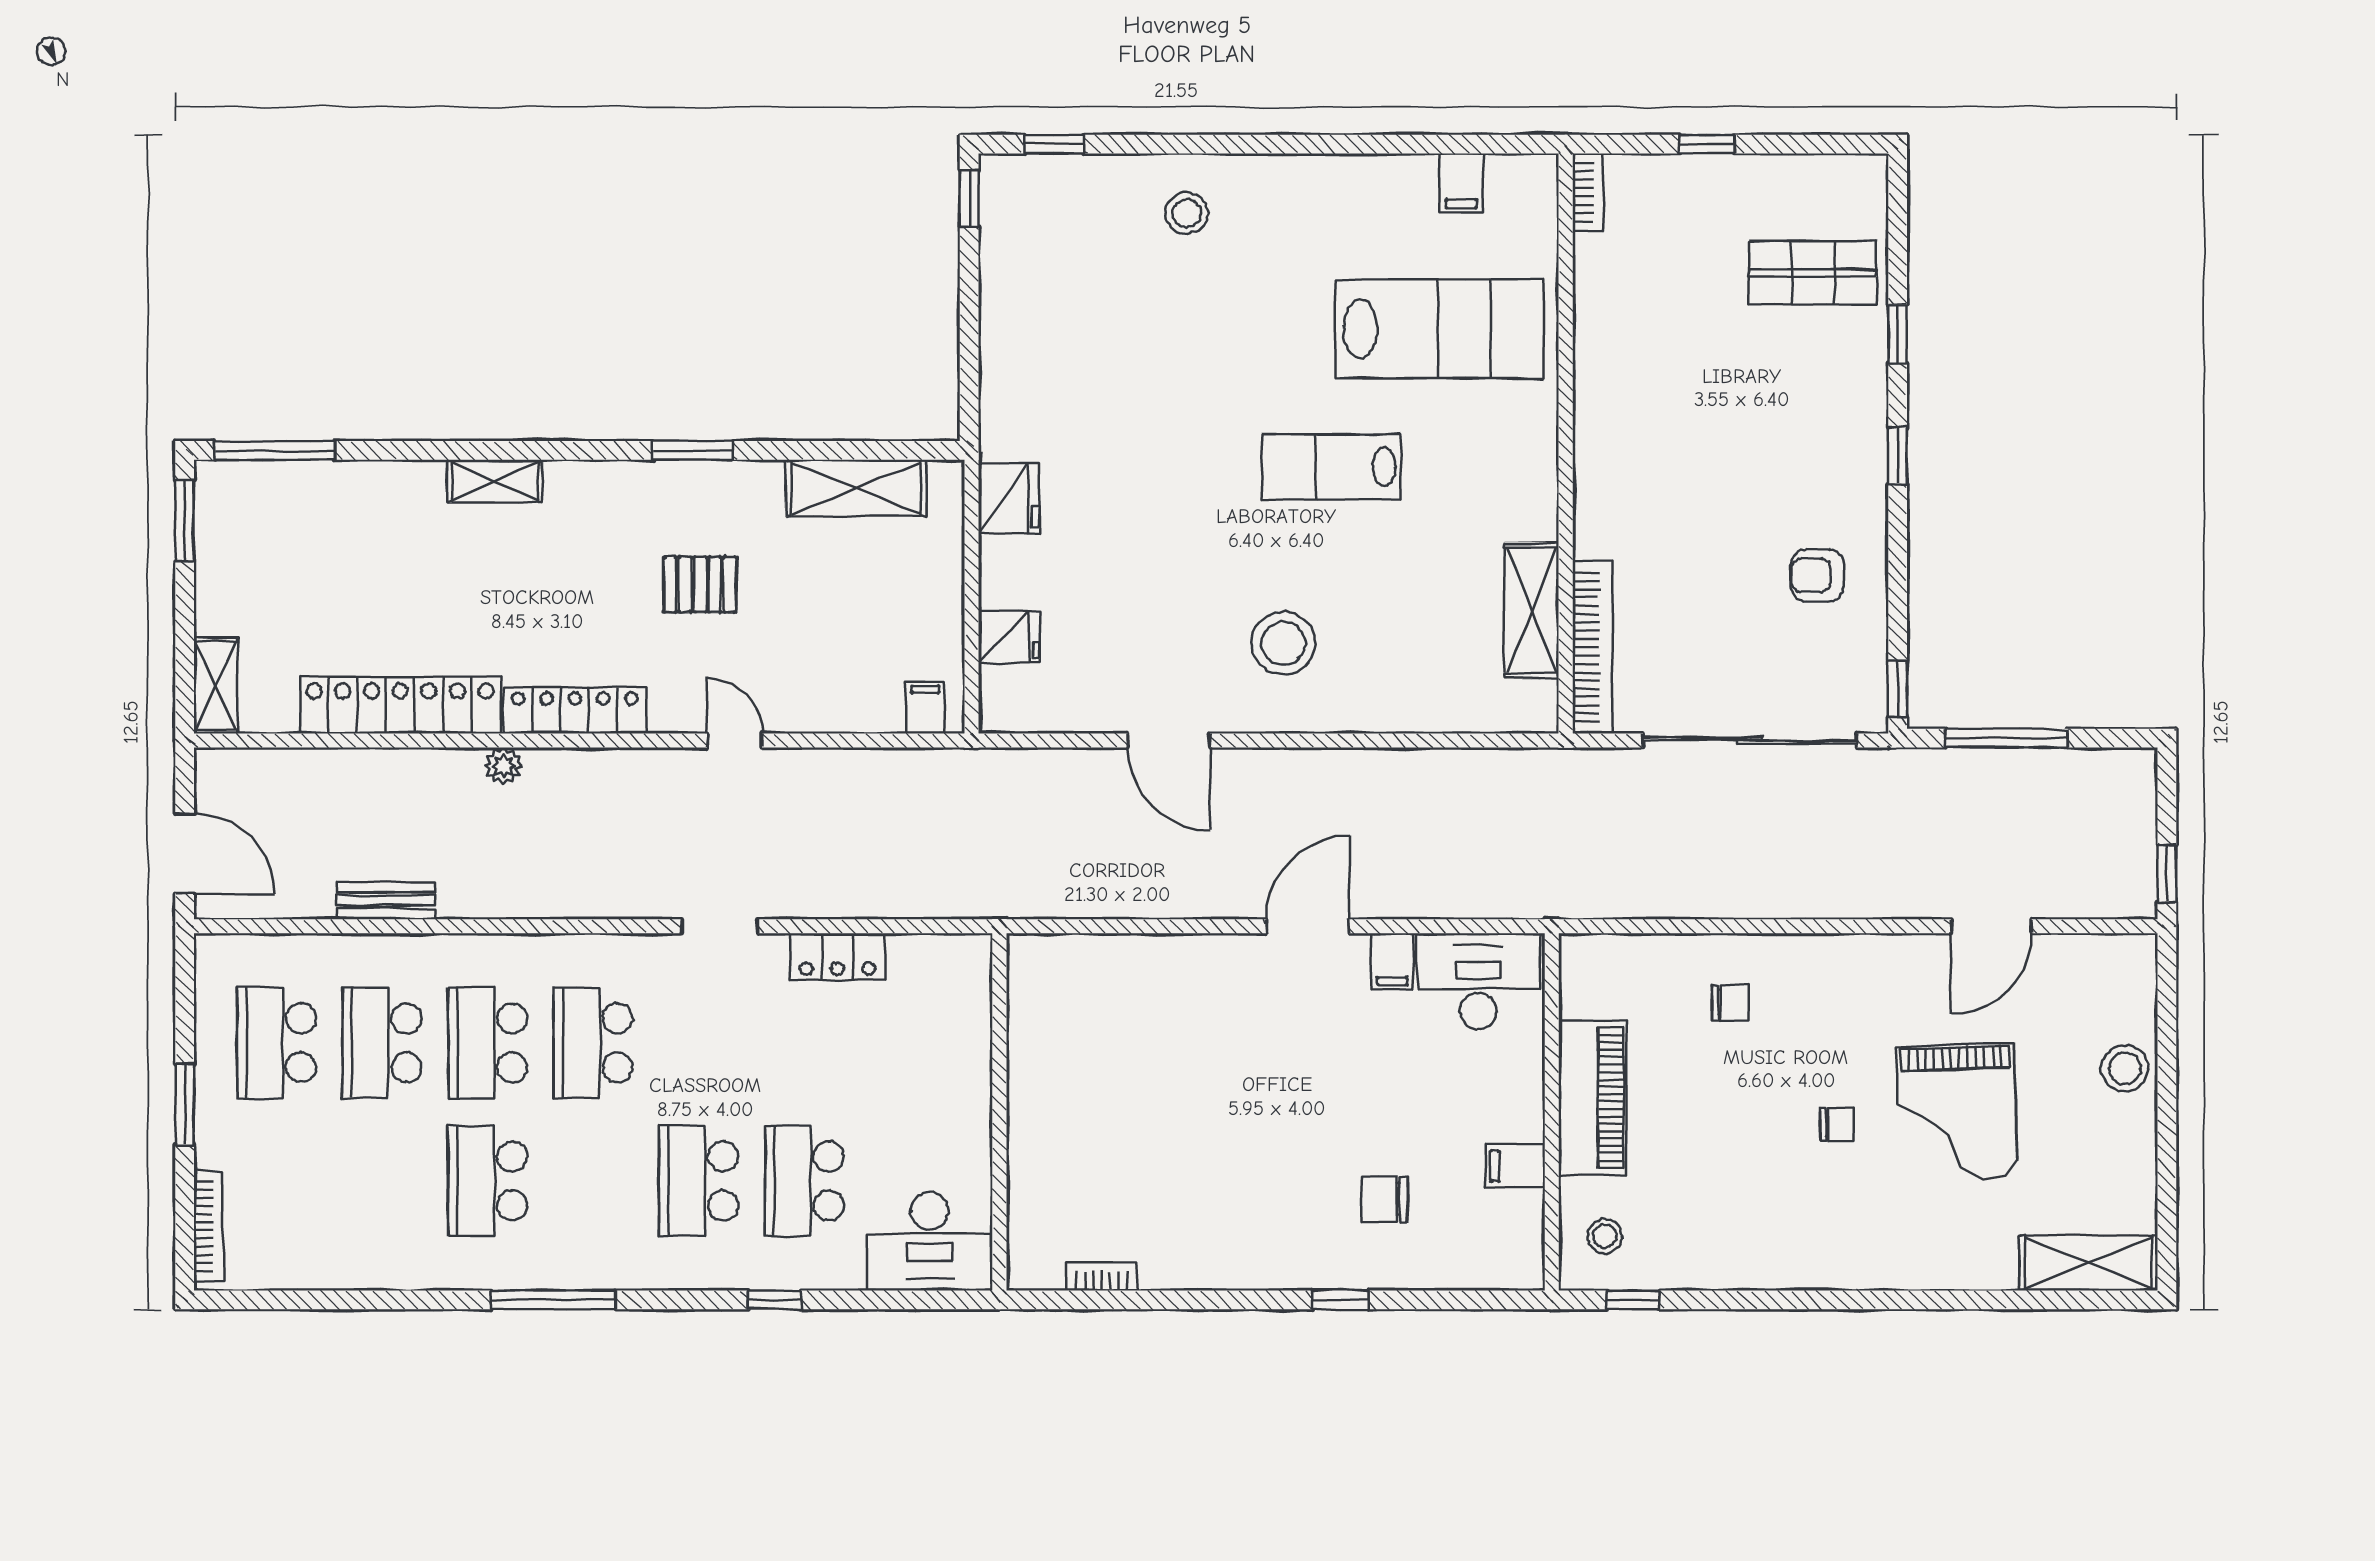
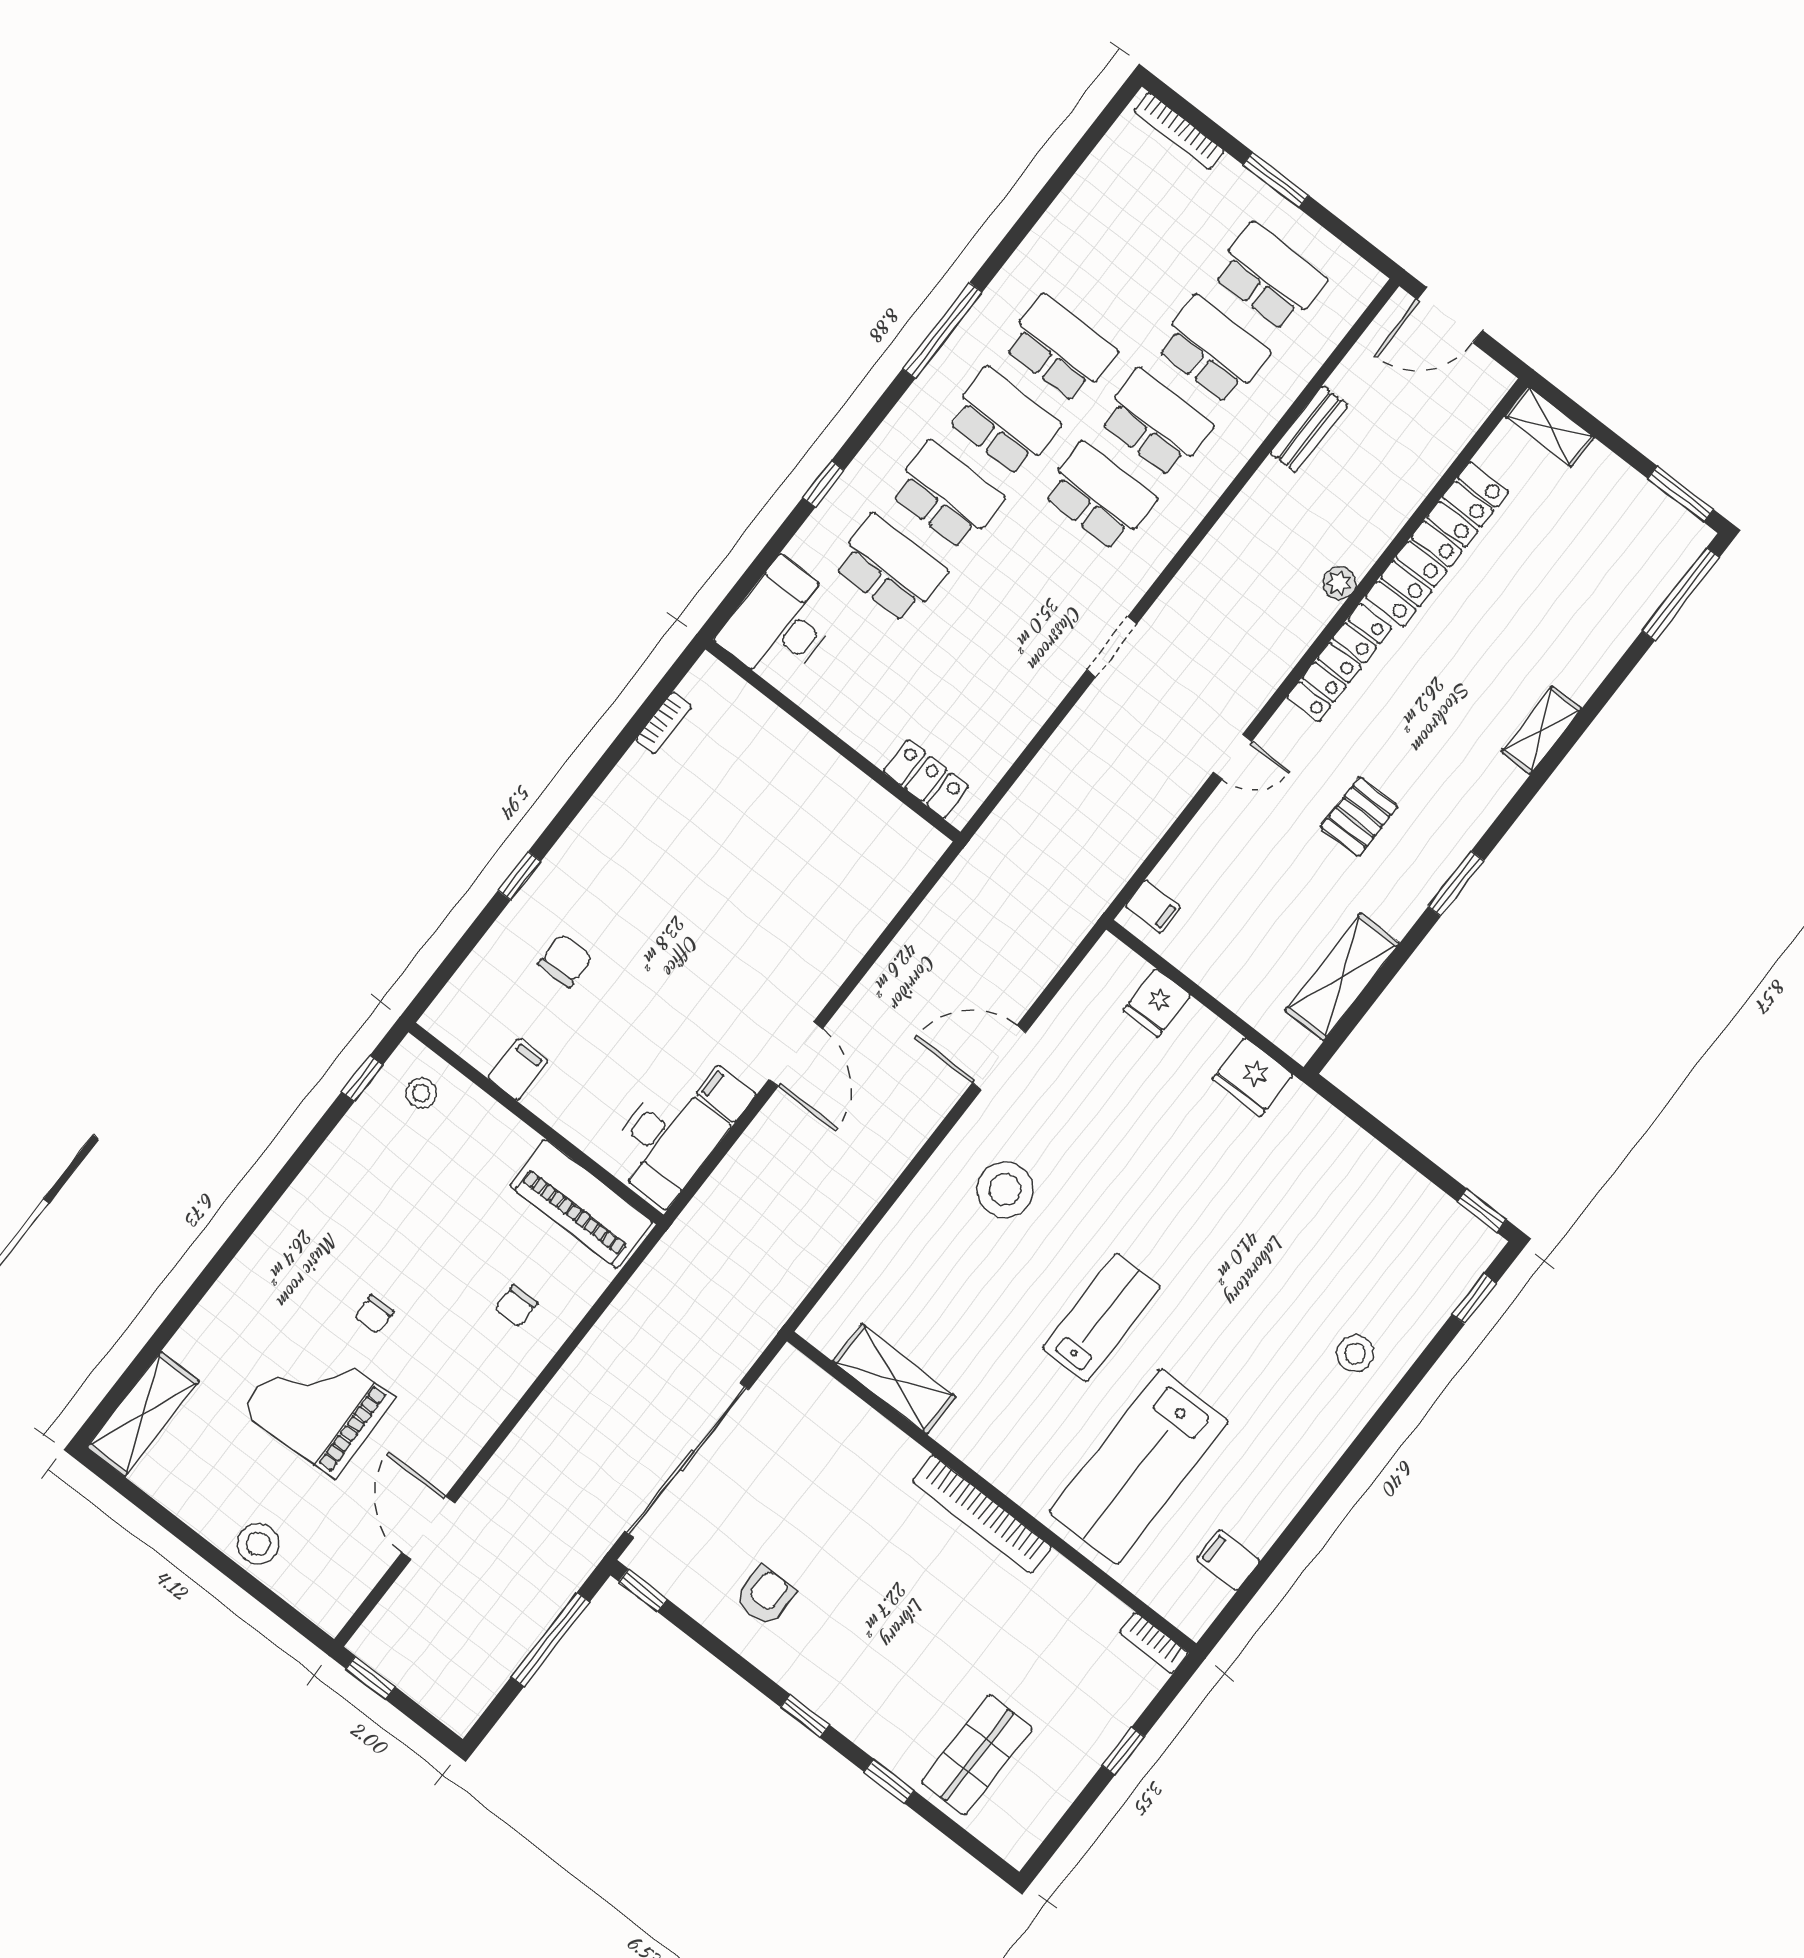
bookcase: (1592, 647) -> (982, 1514), moved
locker: (838, 957) -> (926, 779), moved, turned 90
piano: (1593, 1098) -> (581, 1204), moved
school desk: (593, 1181) -> (1003, 422), added

